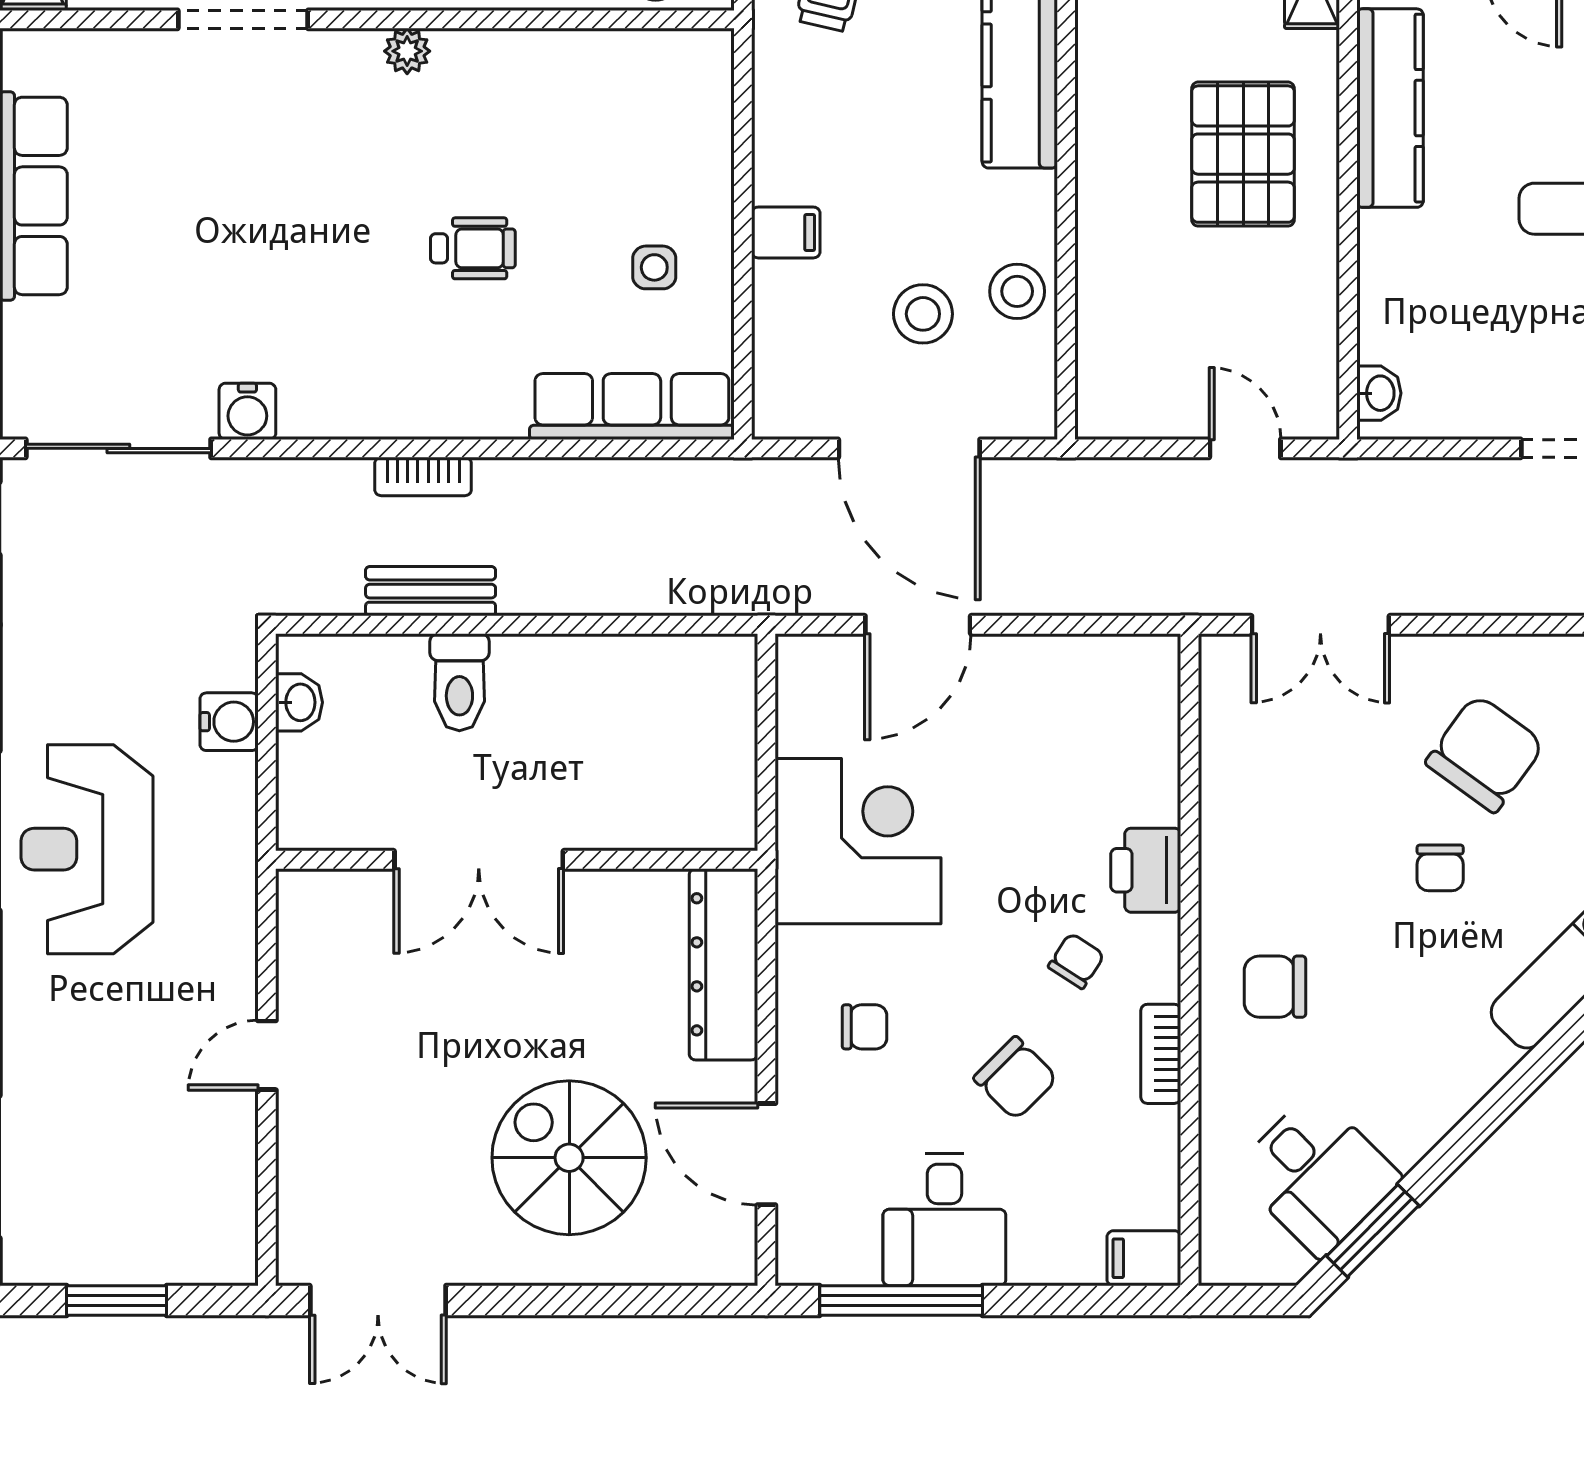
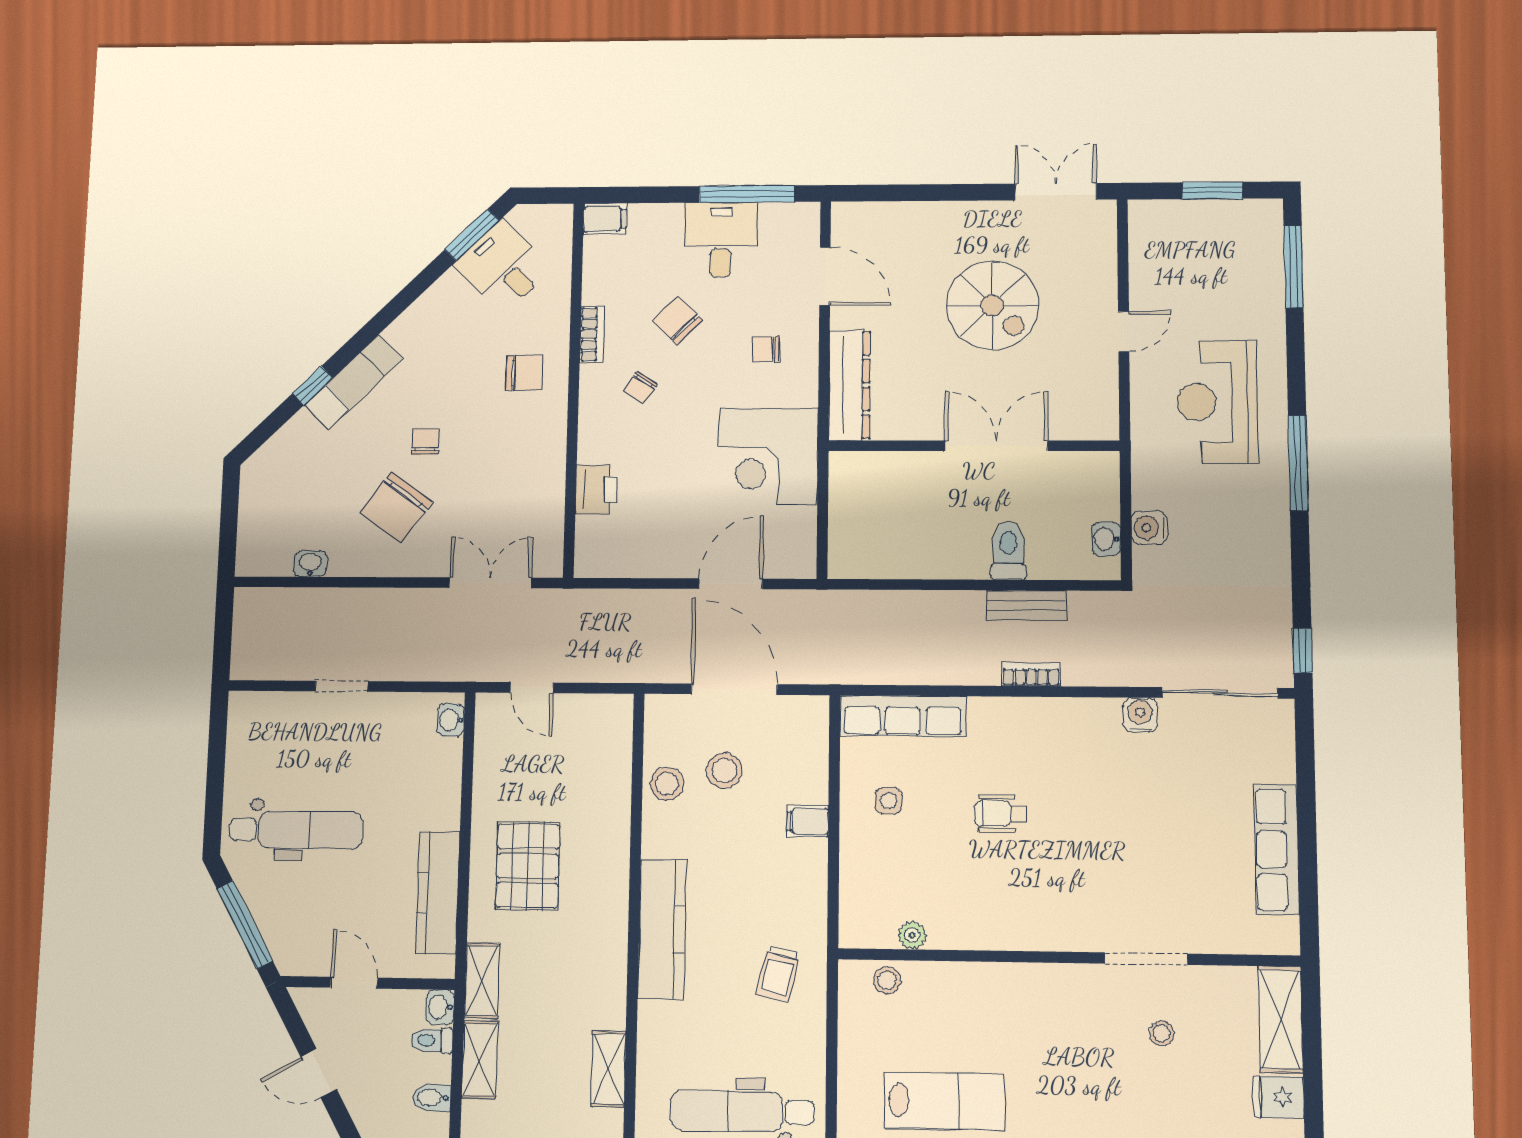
plant: (407, 51) -> (912, 935), moved
reception desk: (87, 849) -> (1217, 402), moved, turned 180
printer: (1146, 870) -> (597, 490), moved
spiral stairs: (569, 1158) -> (992, 305), moved

